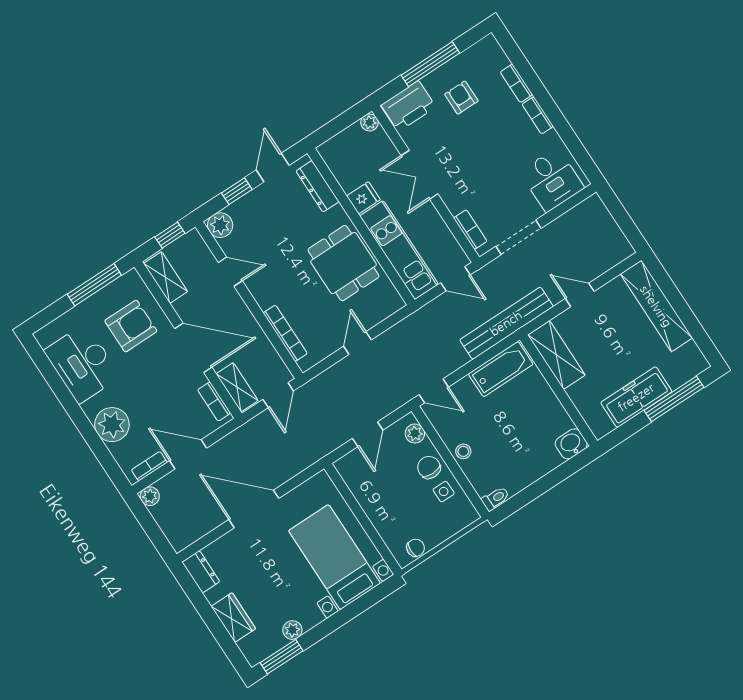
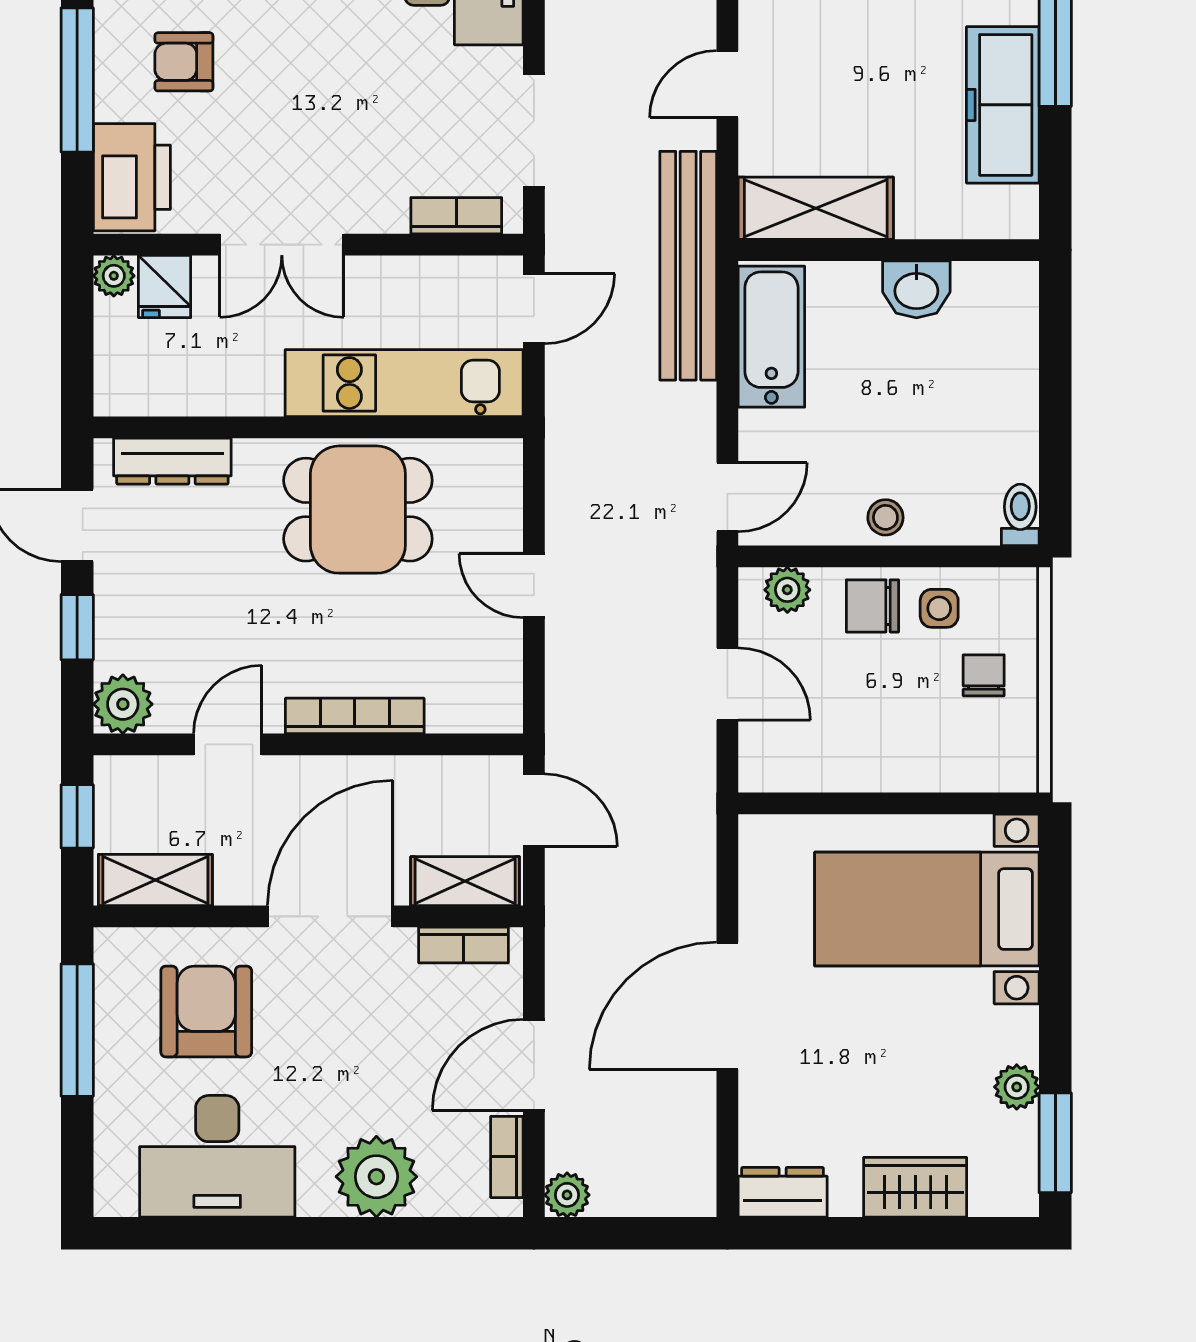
fridge: (363, 198) -> (165, 287), moved, turned 180
bookcase: (285, 333) -> (355, 716), moved
washbasin: (571, 444) -> (916, 289), moved, turned -90
chair: (416, 548) -> (984, 675), moved

